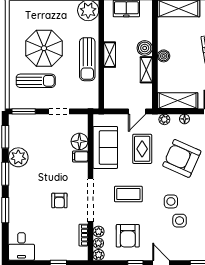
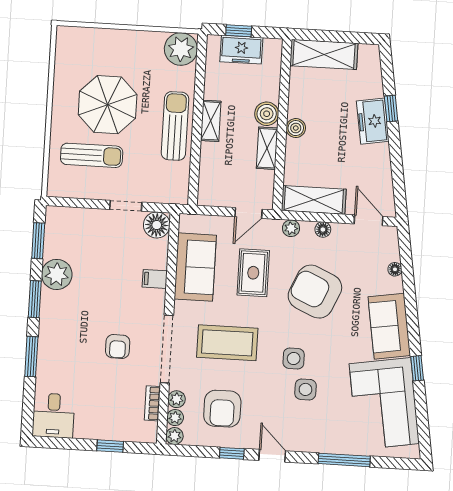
sun lounger: (87, 59) -> (175, 126), turned 180
window: (24, 111) -> (70, 202), removed
floor lamp: (79, 141) -> (157, 225), moved
coffee table: (128, 194) -> (227, 343), width x1.36, depth x1.32

